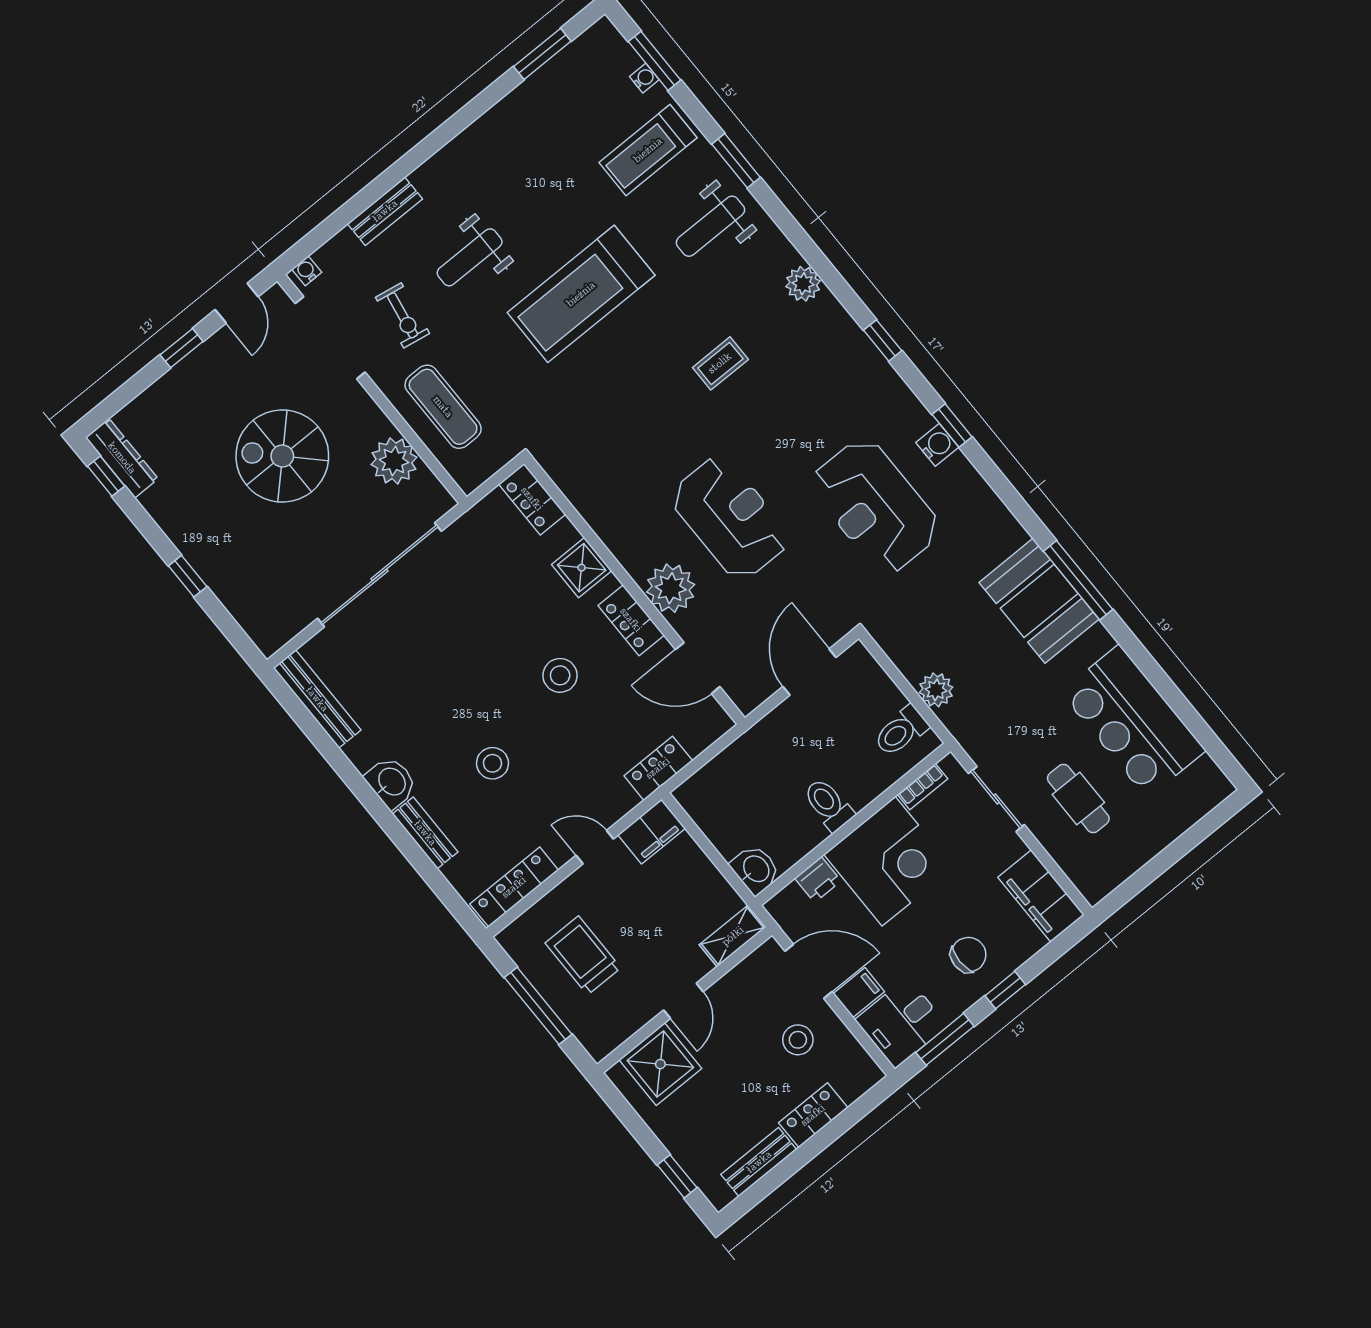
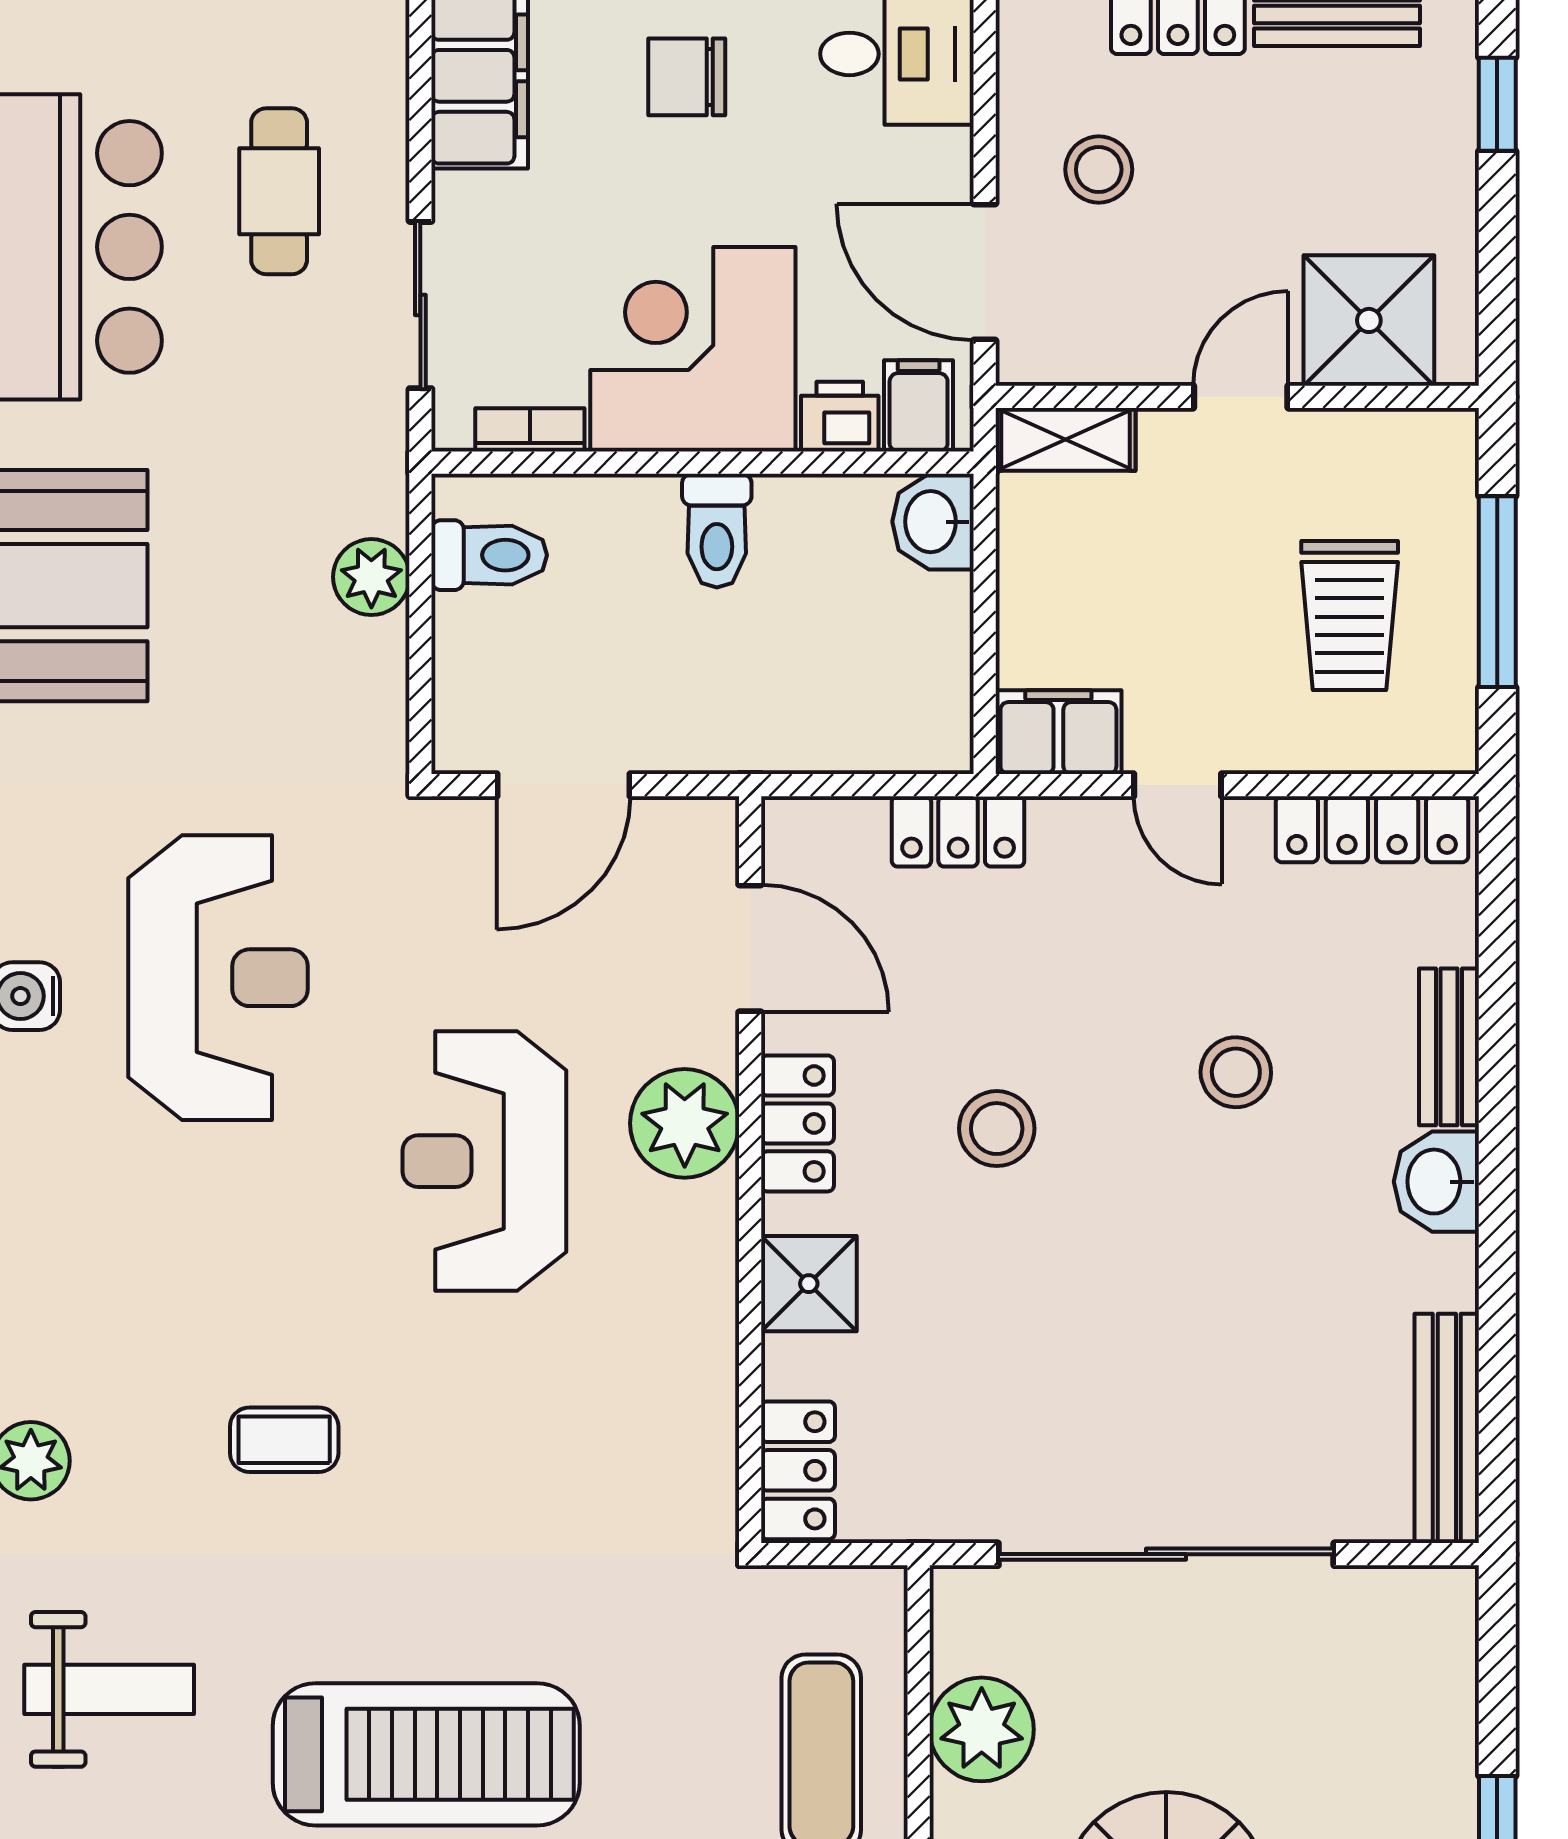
filing cabinet: (859, 993) -> (919, 406), moved, turned 90

